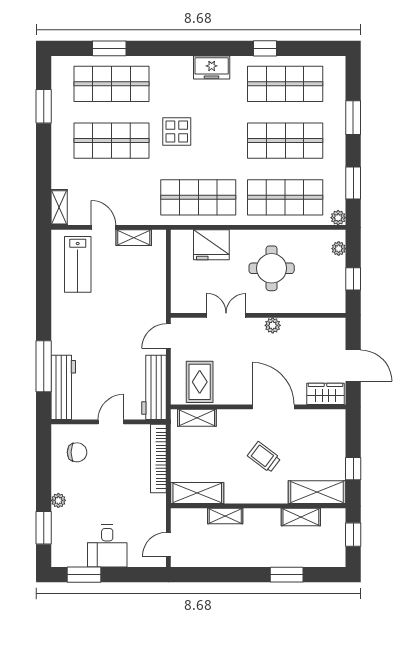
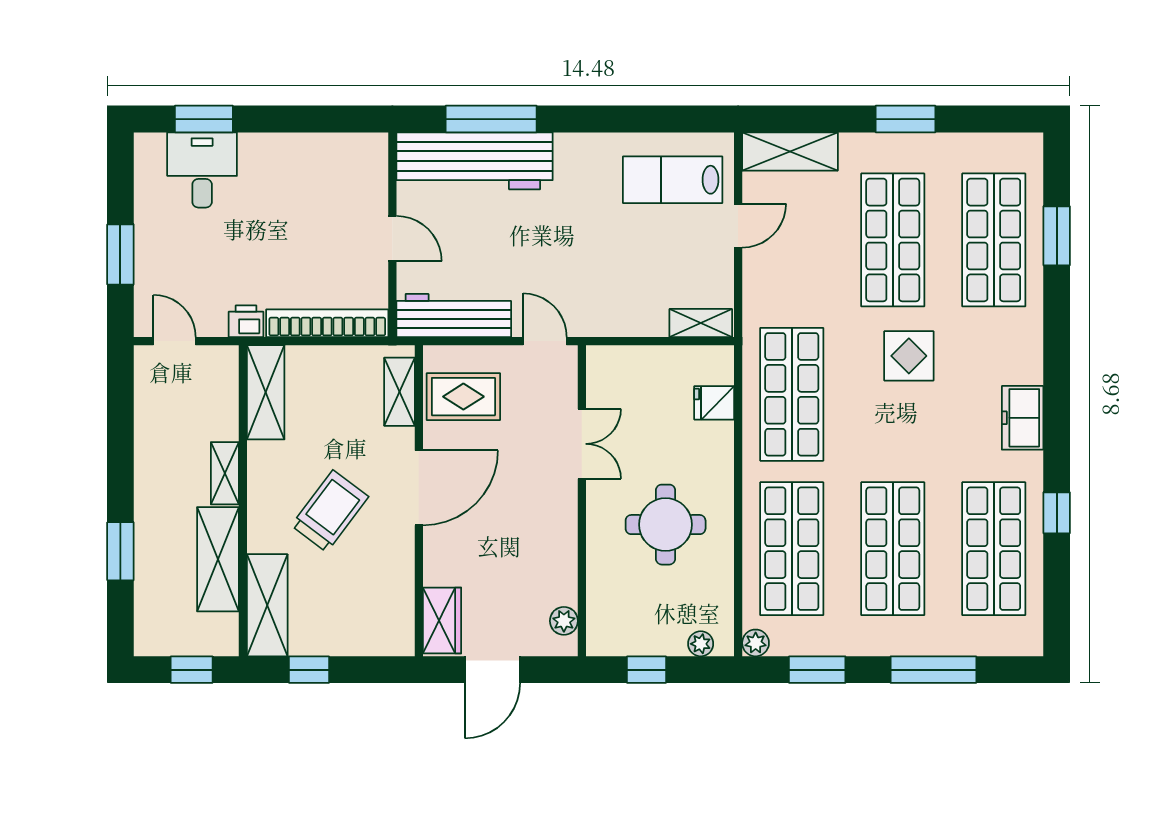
window: (44, 106) -> (906, 119), moved
window: (353, 118) -> (933, 670), width x1.44
shelving: (59, 207) -> (790, 151), width x1.50, depth x1.33
shelving: (134, 238) -> (701, 323), moved, turned 90
fridge: (211, 245) -> (714, 403), width x0.53, depth x0.75
plant: (273, 325) -> (564, 621), moved
workbench: (63, 387) -> (475, 161), width x1.36, depth x1.32
door: (273, 407) -> (419, 488), moved
chair: (77, 452) -> (338, 179), removed
trolley: (264, 457) -> (330, 511), width x1.36, depth x1.39
plant: (58, 500) -> (253, 145), removed
printer: (157, 504) -> (246, 321), added
shelving: (225, 516) -> (225, 473), moved
shelving: (301, 517) -> (218, 559), width x1.50, depth x1.33
desk: (107, 546) -> (202, 170), moved, turned 90
window: (84, 575) -> (120, 254), moved

